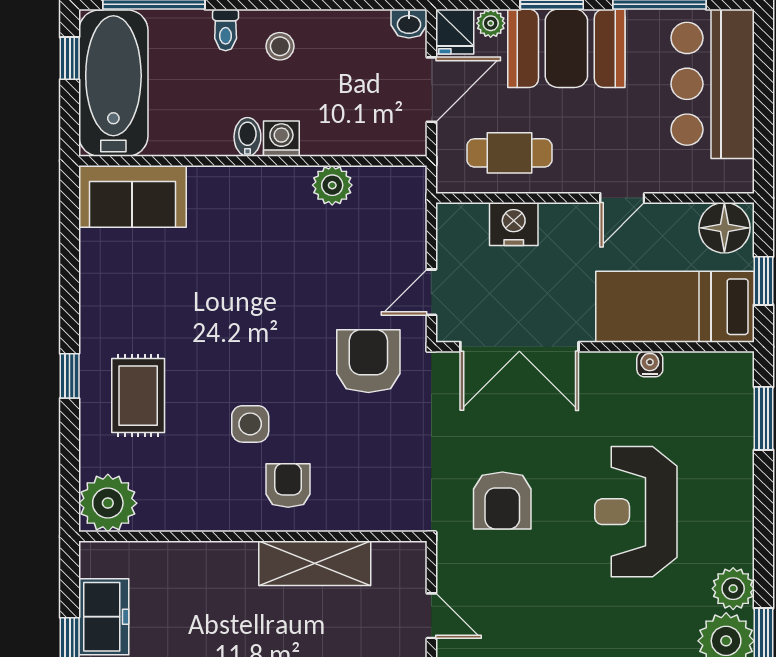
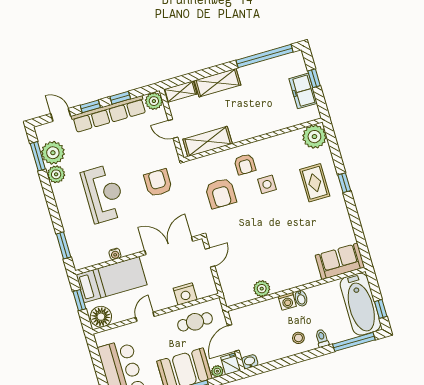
armchair: (368, 361) -> (221, 193), moved
shelving: (315, 563) -> (208, 141), moved

